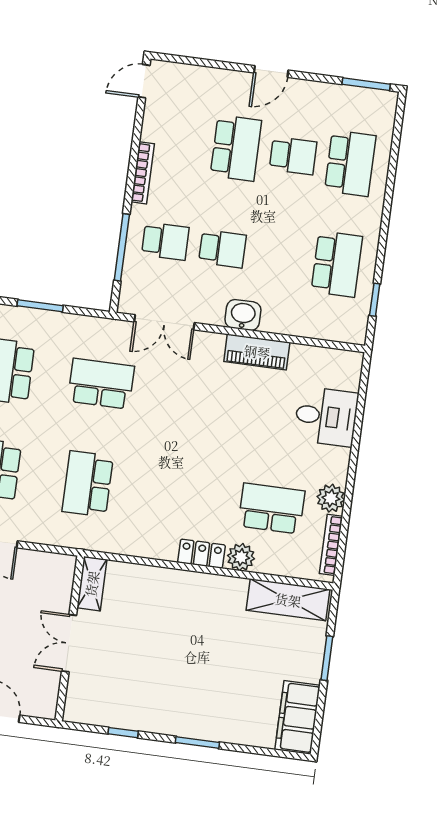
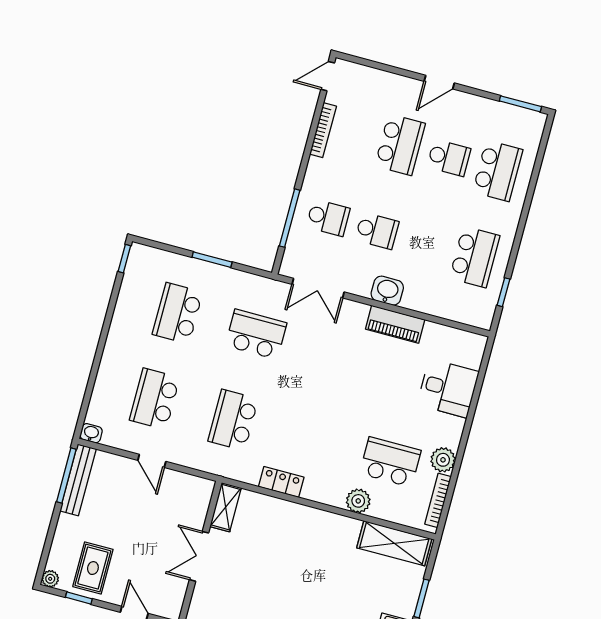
bookcase: (143, 173) -> (323, 130), moved
locker: (201, 554) -> (281, 482), moved

